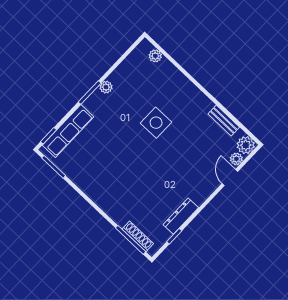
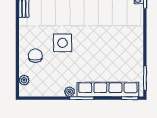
chair: (168, 87) -> (35, 56), added
row of seats: (68, 131) -> (108, 89), width x1.36

